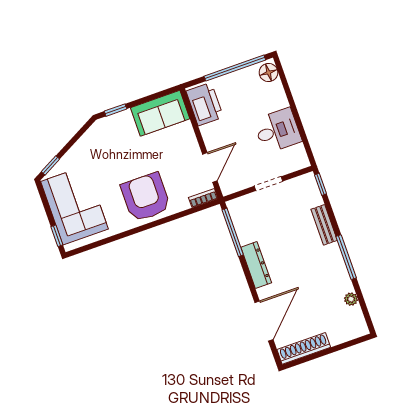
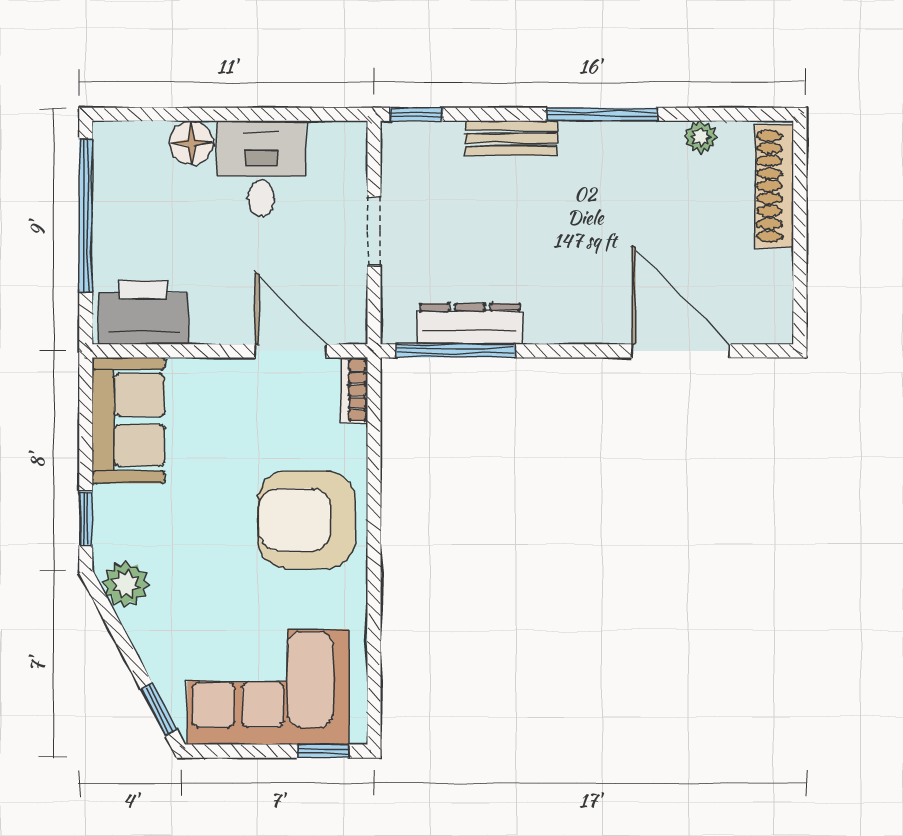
floor lamp: (269, 73) -> (191, 143), moved
plant: (95, 135) -> (126, 584), added
dresser: (256, 265) -> (470, 324), moved
shoe rack: (304, 348) -> (774, 186), moved

